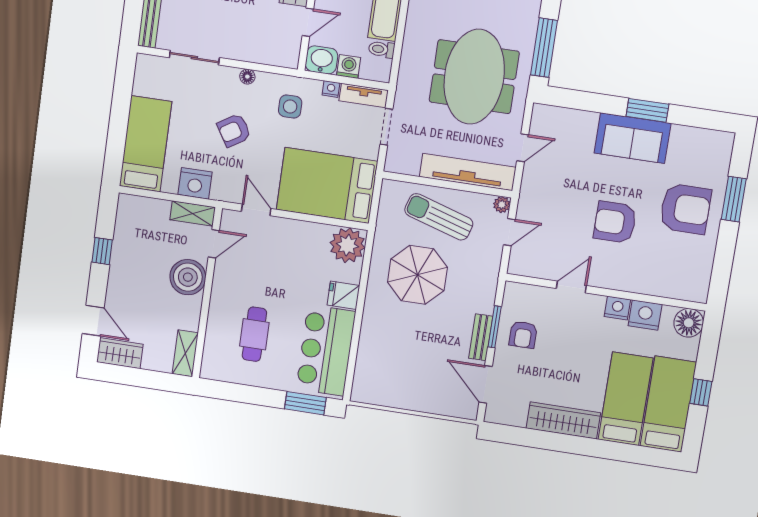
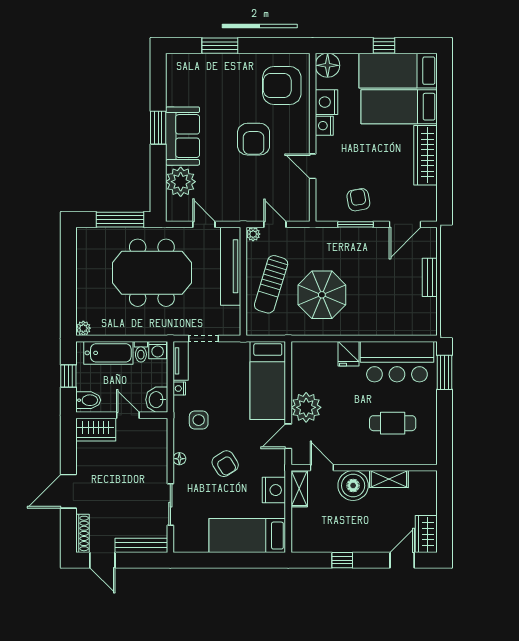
washing machine: (349, 66) -> (158, 350), moved, turned -90
plant: (578, 128) -> (181, 182), added
bed: (327, 185) -> (268, 380), width x0.67
armchair: (685, 209) -> (282, 85), moved, turned -90
plant: (347, 245) -> (306, 407), moved
armchair: (523, 335) -> (358, 200), turned -100
bench: (481, 337) -> (430, 277), moved, turned 90
shelving: (185, 353) -> (389, 479), moved

